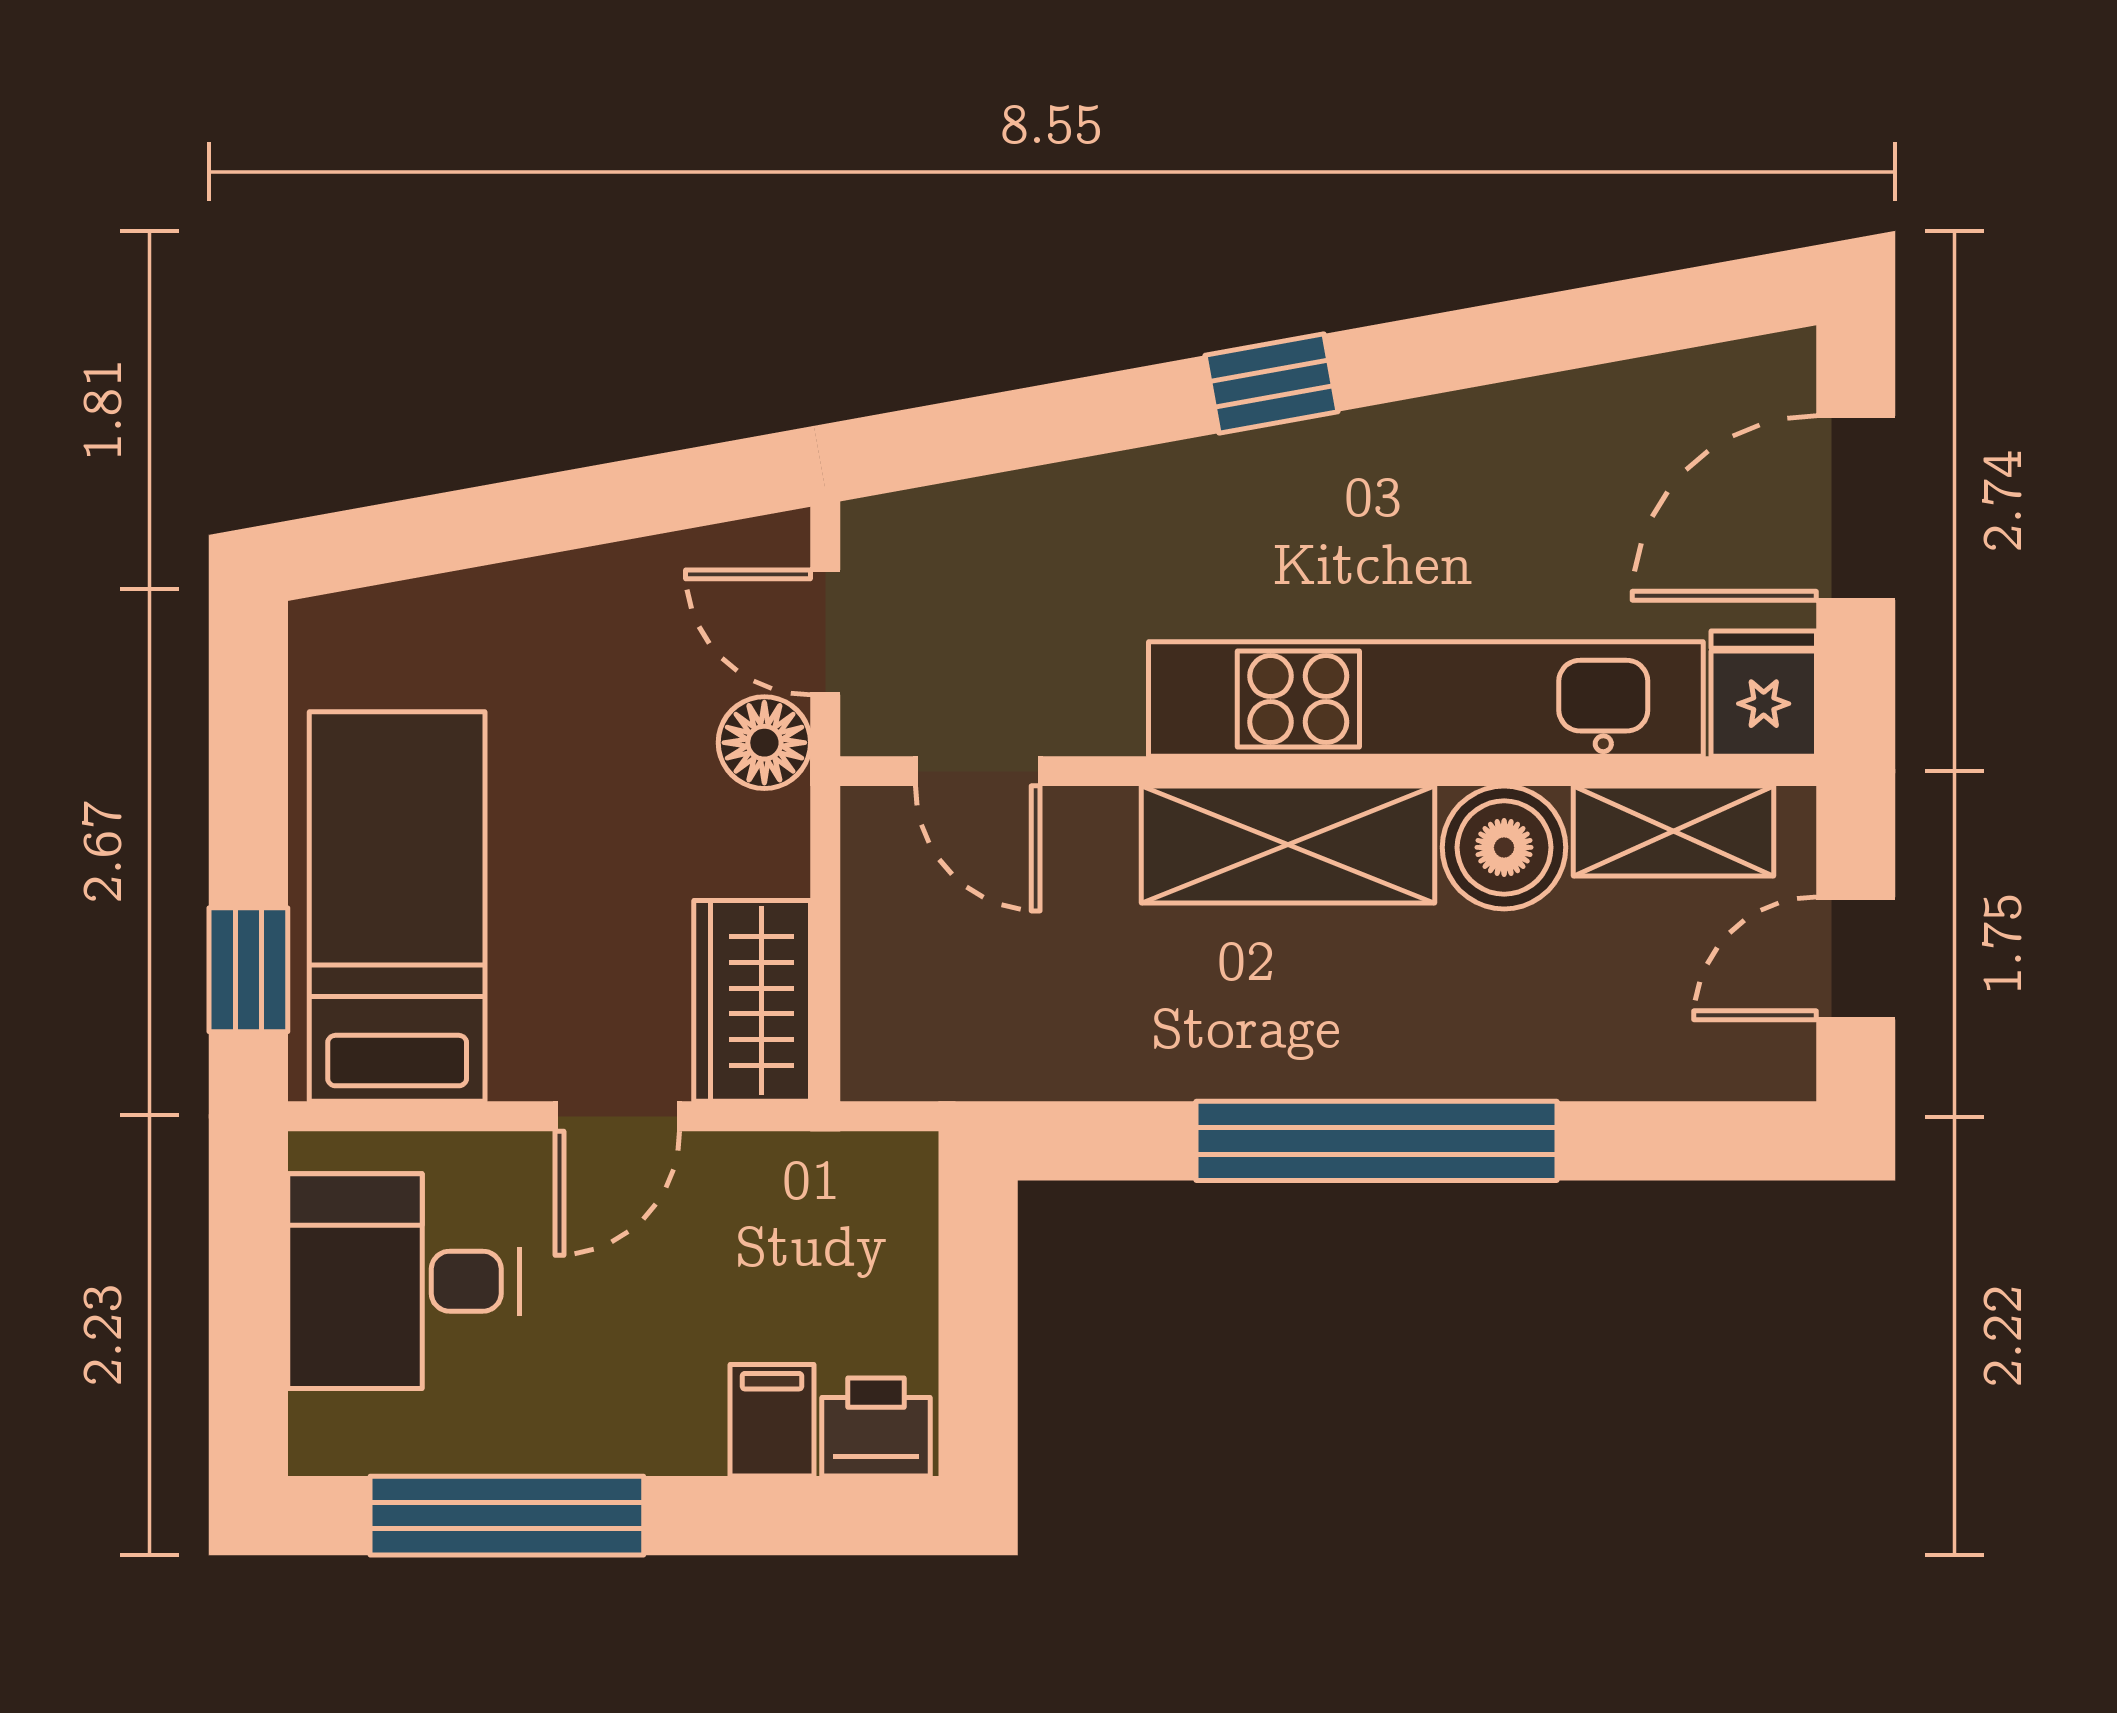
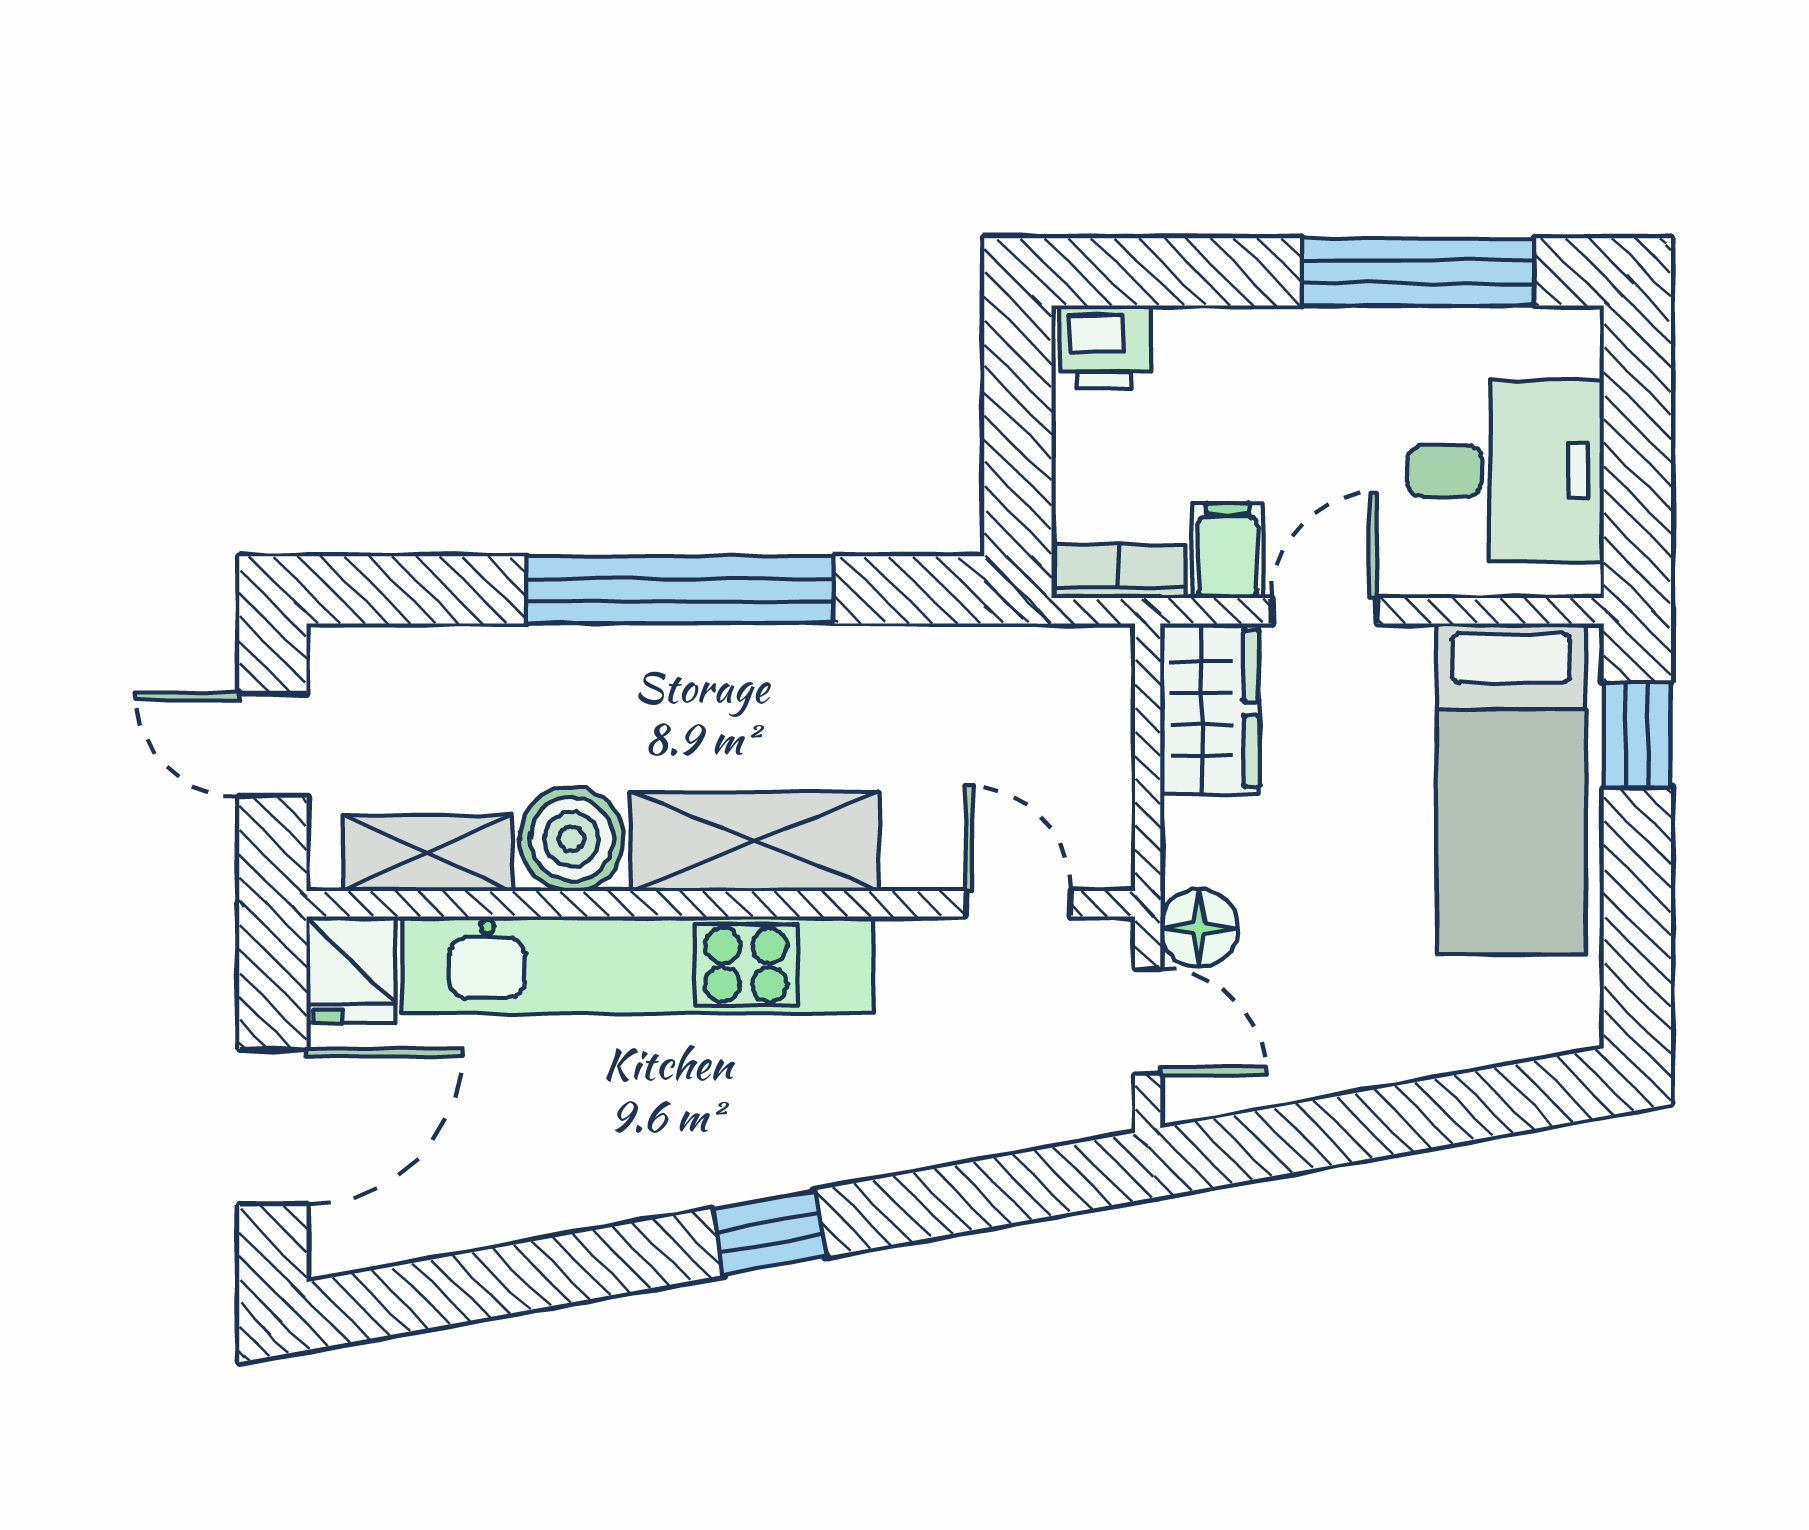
door: (1856, 958) -> (273, 745), swing flipped
bookcase: (860, 1163) -> (1118, 571), added
filing cabinet: (772, 1420) -> (1228, 551), moved, turned 180

